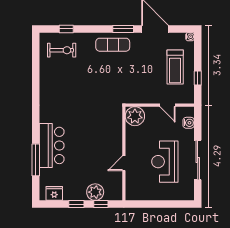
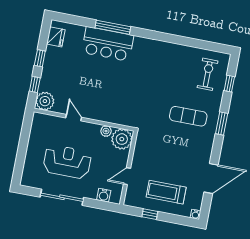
window: (123, 29) -> (222, 123), moved
exercise mat: (113, 45) -> (188, 116), moved, turned 90
exercise bike: (62, 50) -> (208, 74), turned 180
plant: (130, 132) -> (106, 131), added
window: (36, 160) -> (113, 27), moved
plant: (95, 192) -> (45, 101), moved

